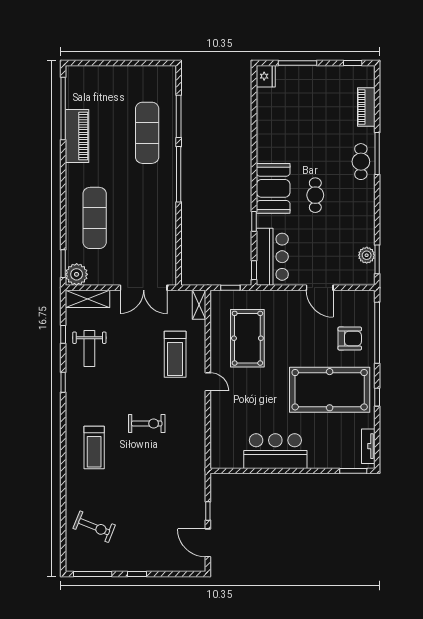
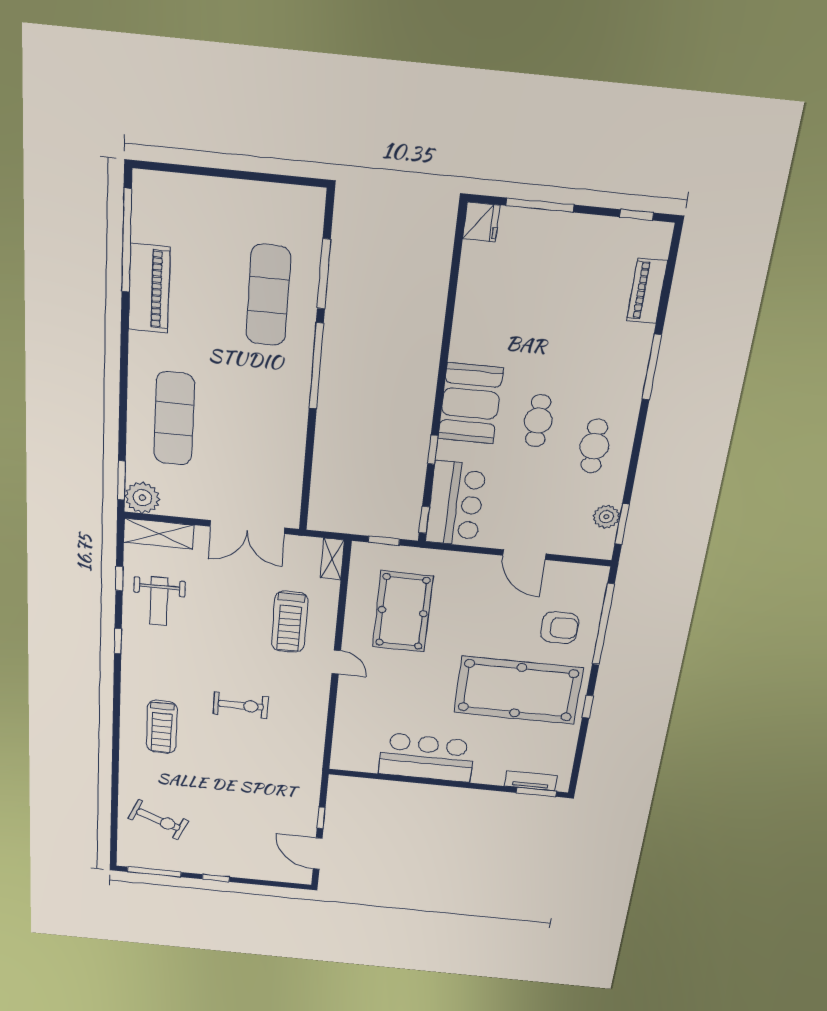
cafe table: (361, 162) -> (594, 446), moved
tv unit: (368, 446) -> (531, 781), moved, turned 90

